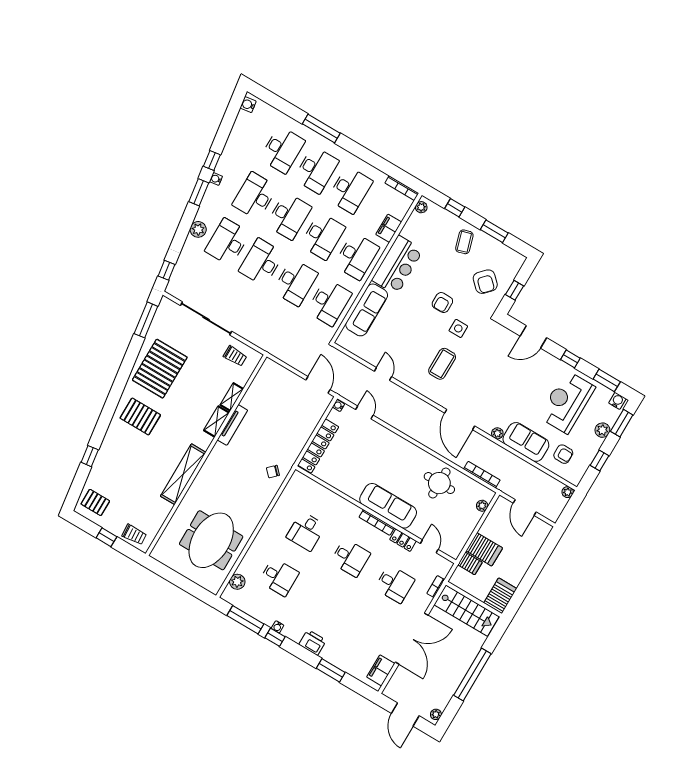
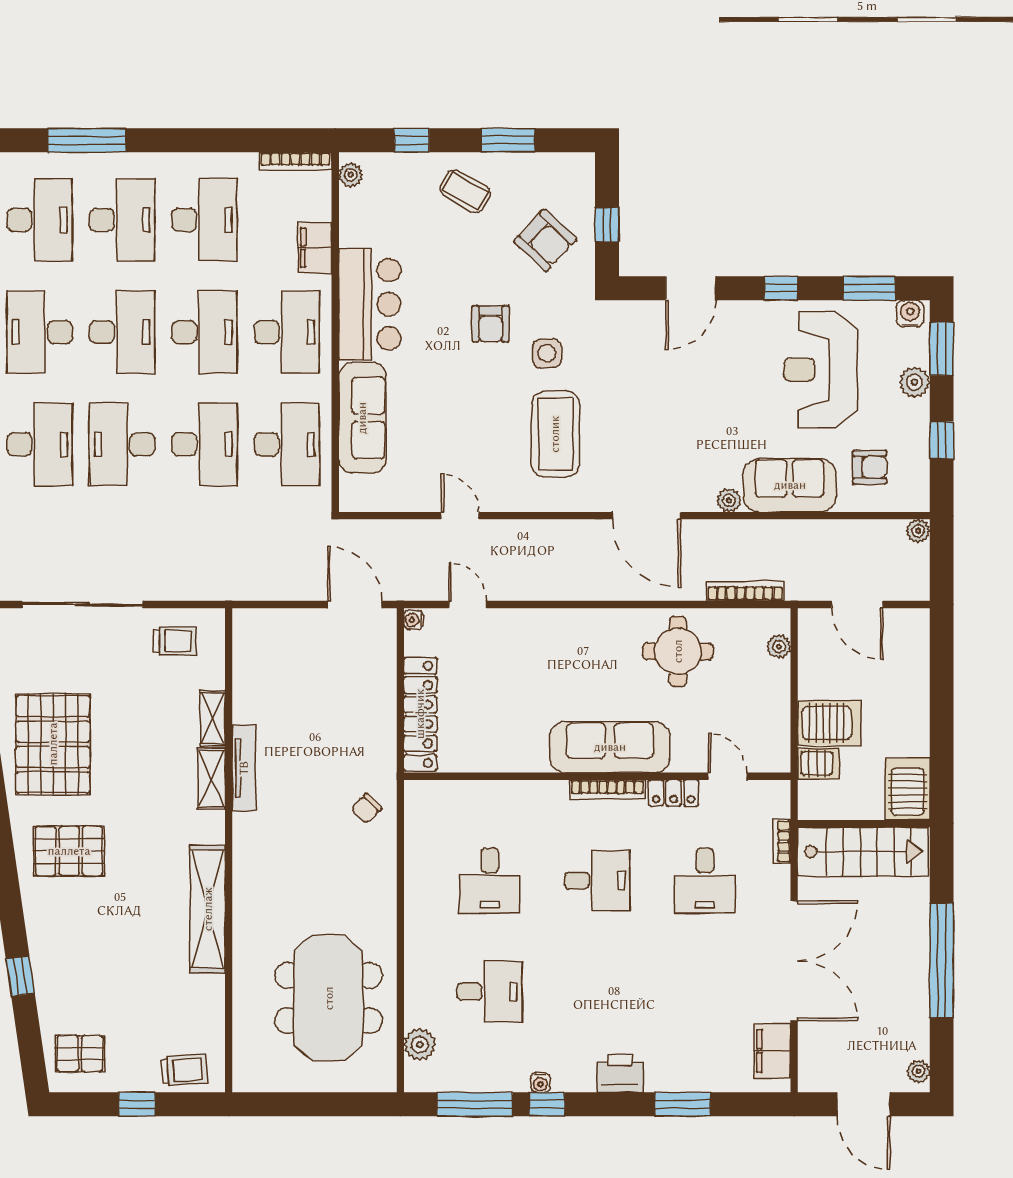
desk: (228, 242) -> (40, 444), turned 180
coffee table: (464, 242) -> (465, 191), turned -43
coffee table: (442, 364) -> (555, 434), width x1.36, depth x1.32
desk: (395, 584) -> (705, 881), turned 90

